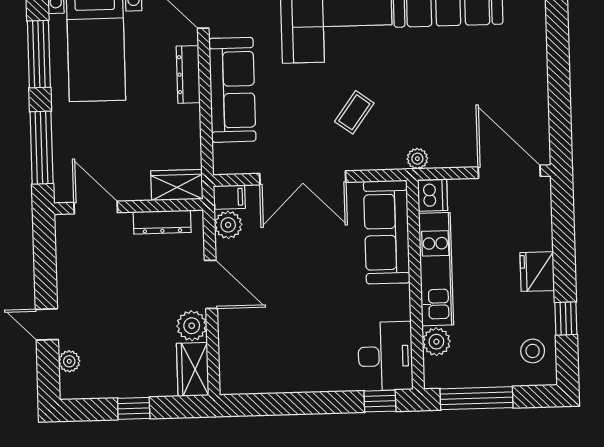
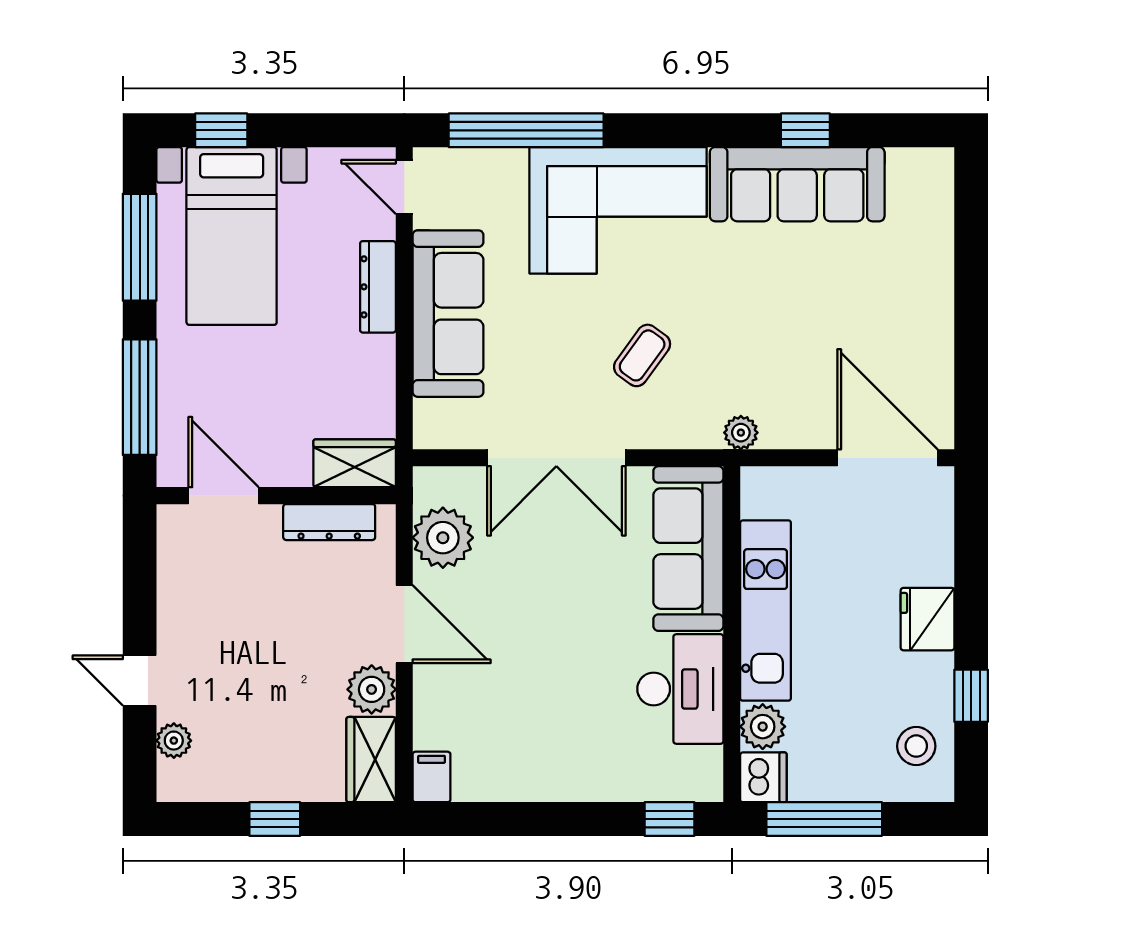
dishwasher: (433, 195) -> (763, 777), moved
filing cabinet: (229, 197) -> (432, 777), moved, turned -90
plant: (228, 225) -> (443, 538), width x1.36, depth x1.36
desk: (385, 356) -> (680, 689), moved

